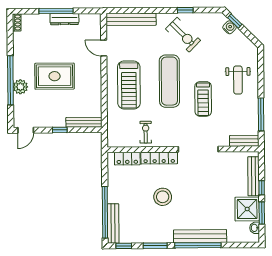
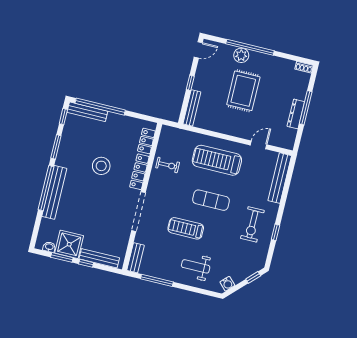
water cooler: (229, 27) -> (227, 284), moved
exercise bike: (183, 35) -> (252, 224), turned -45
exercise mat: (169, 81) -> (211, 200), width x0.73, depth x0.69
door: (26, 130) -> (198, 50), swing flipped

